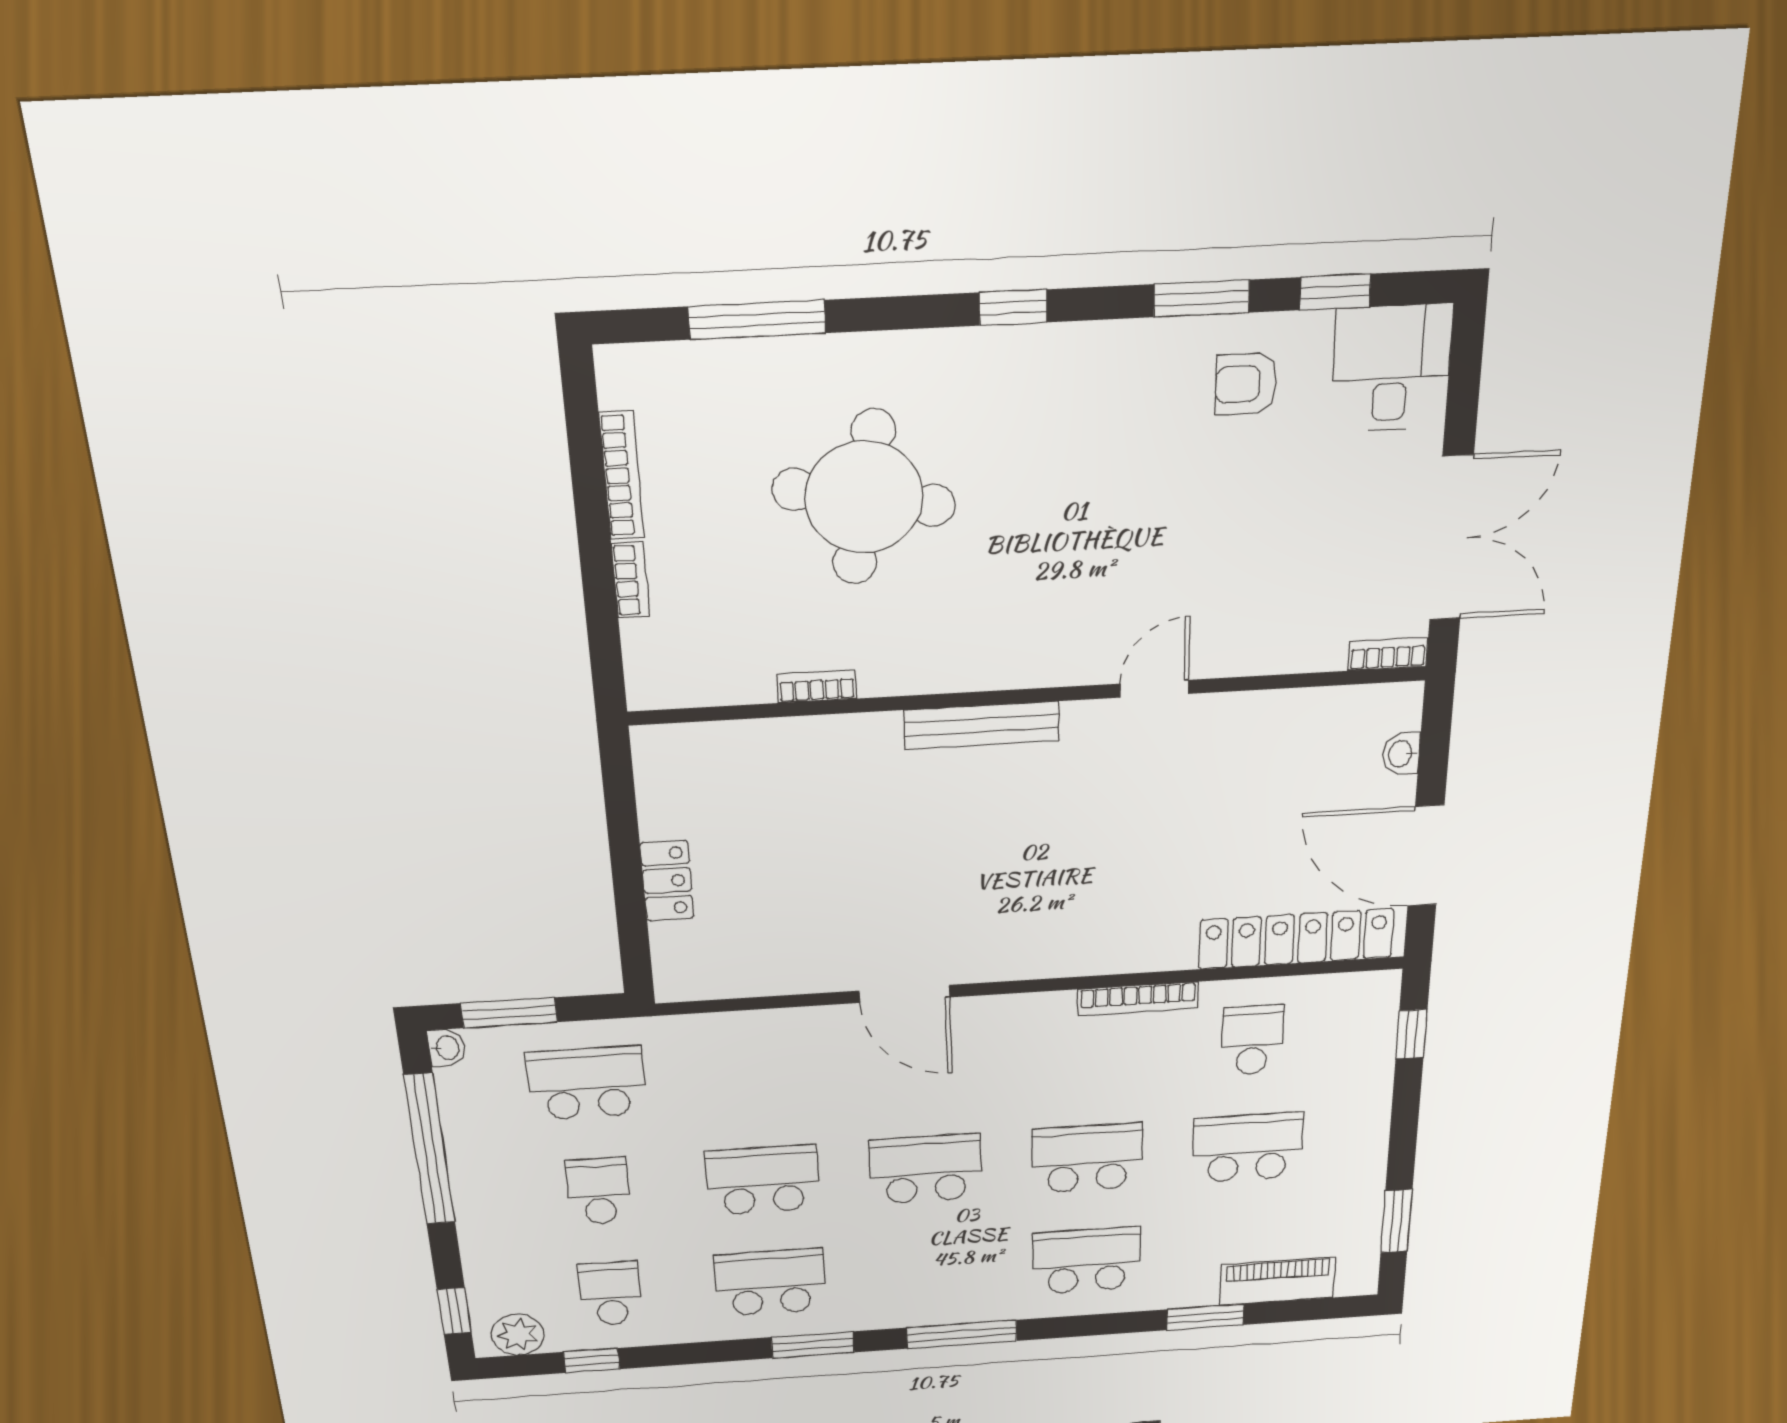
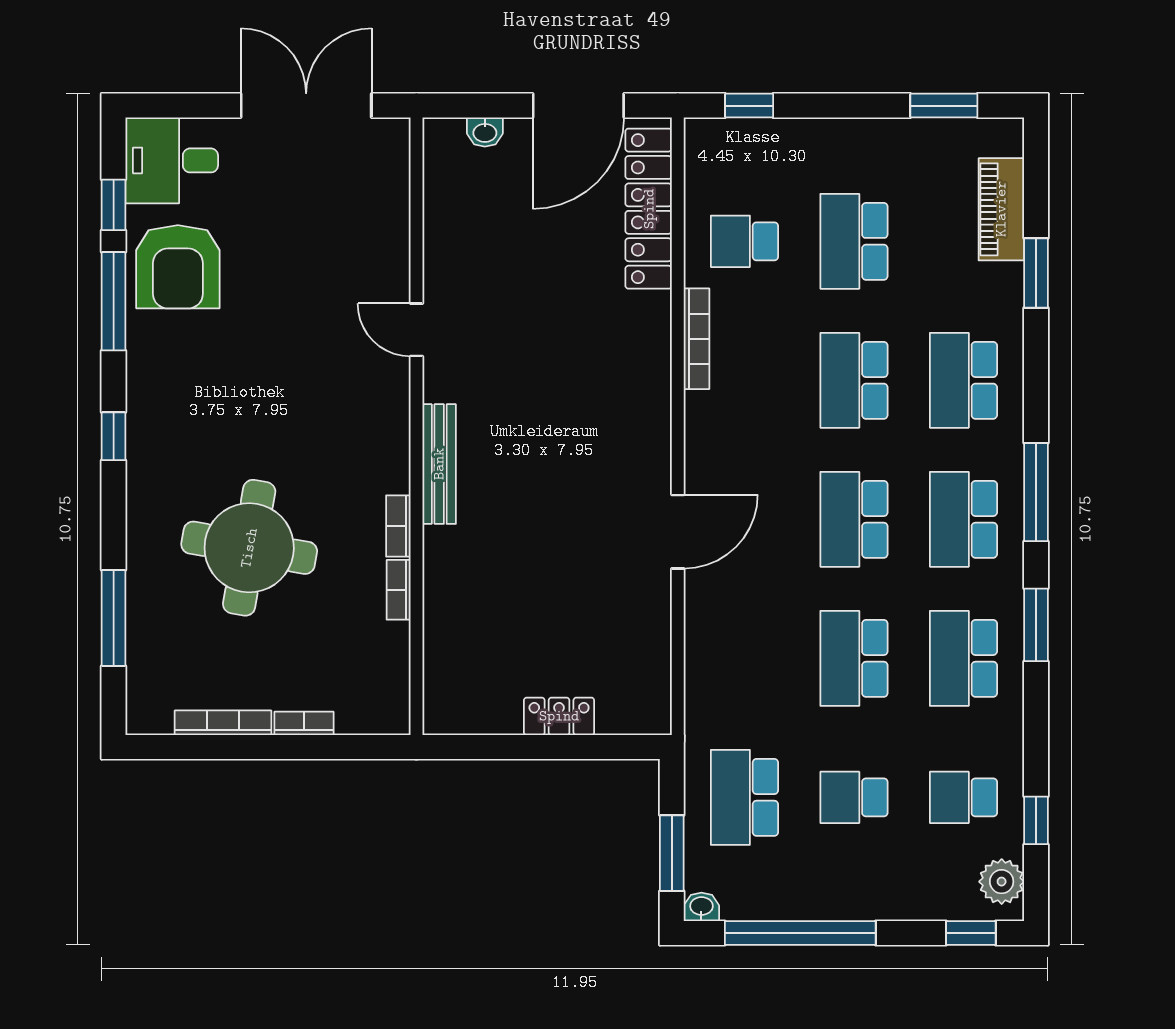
window: (1201, 298) -> (114, 301), width x1.44
armchair: (1246, 384) -> (178, 267), width x1.88, depth x1.88
bookcase: (1388, 654) -> (398, 526), moved
school desk: (929, 1271) -> (963, 519), added

